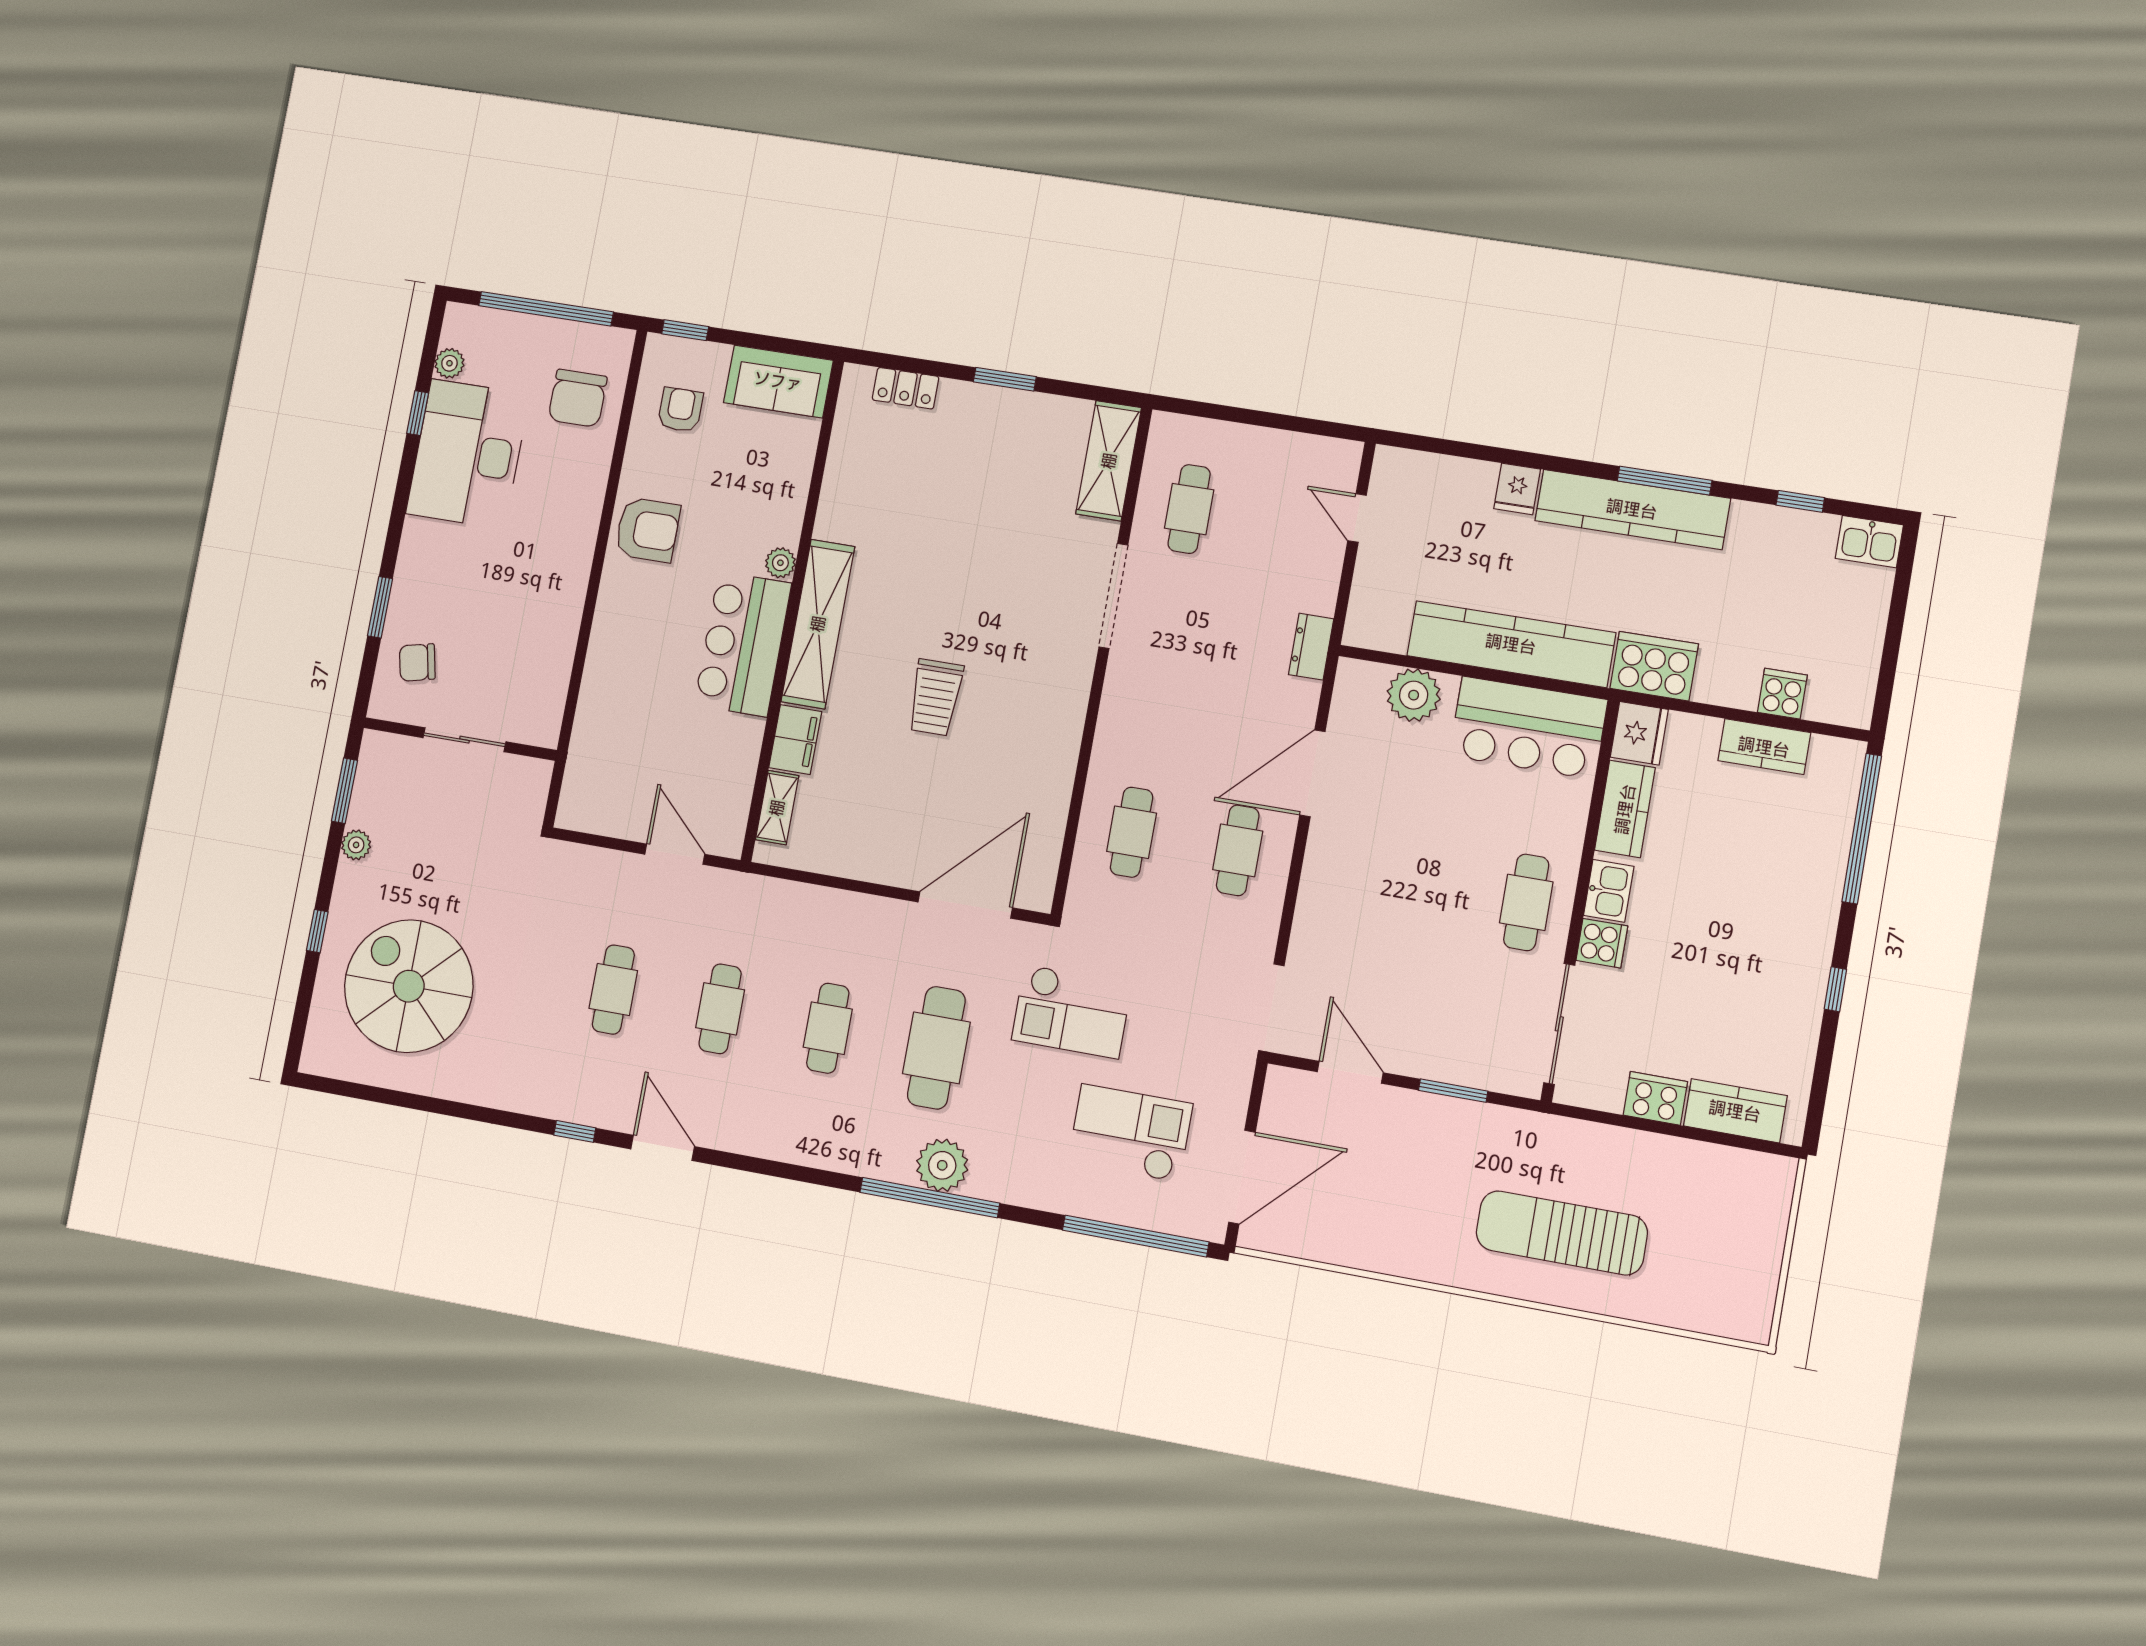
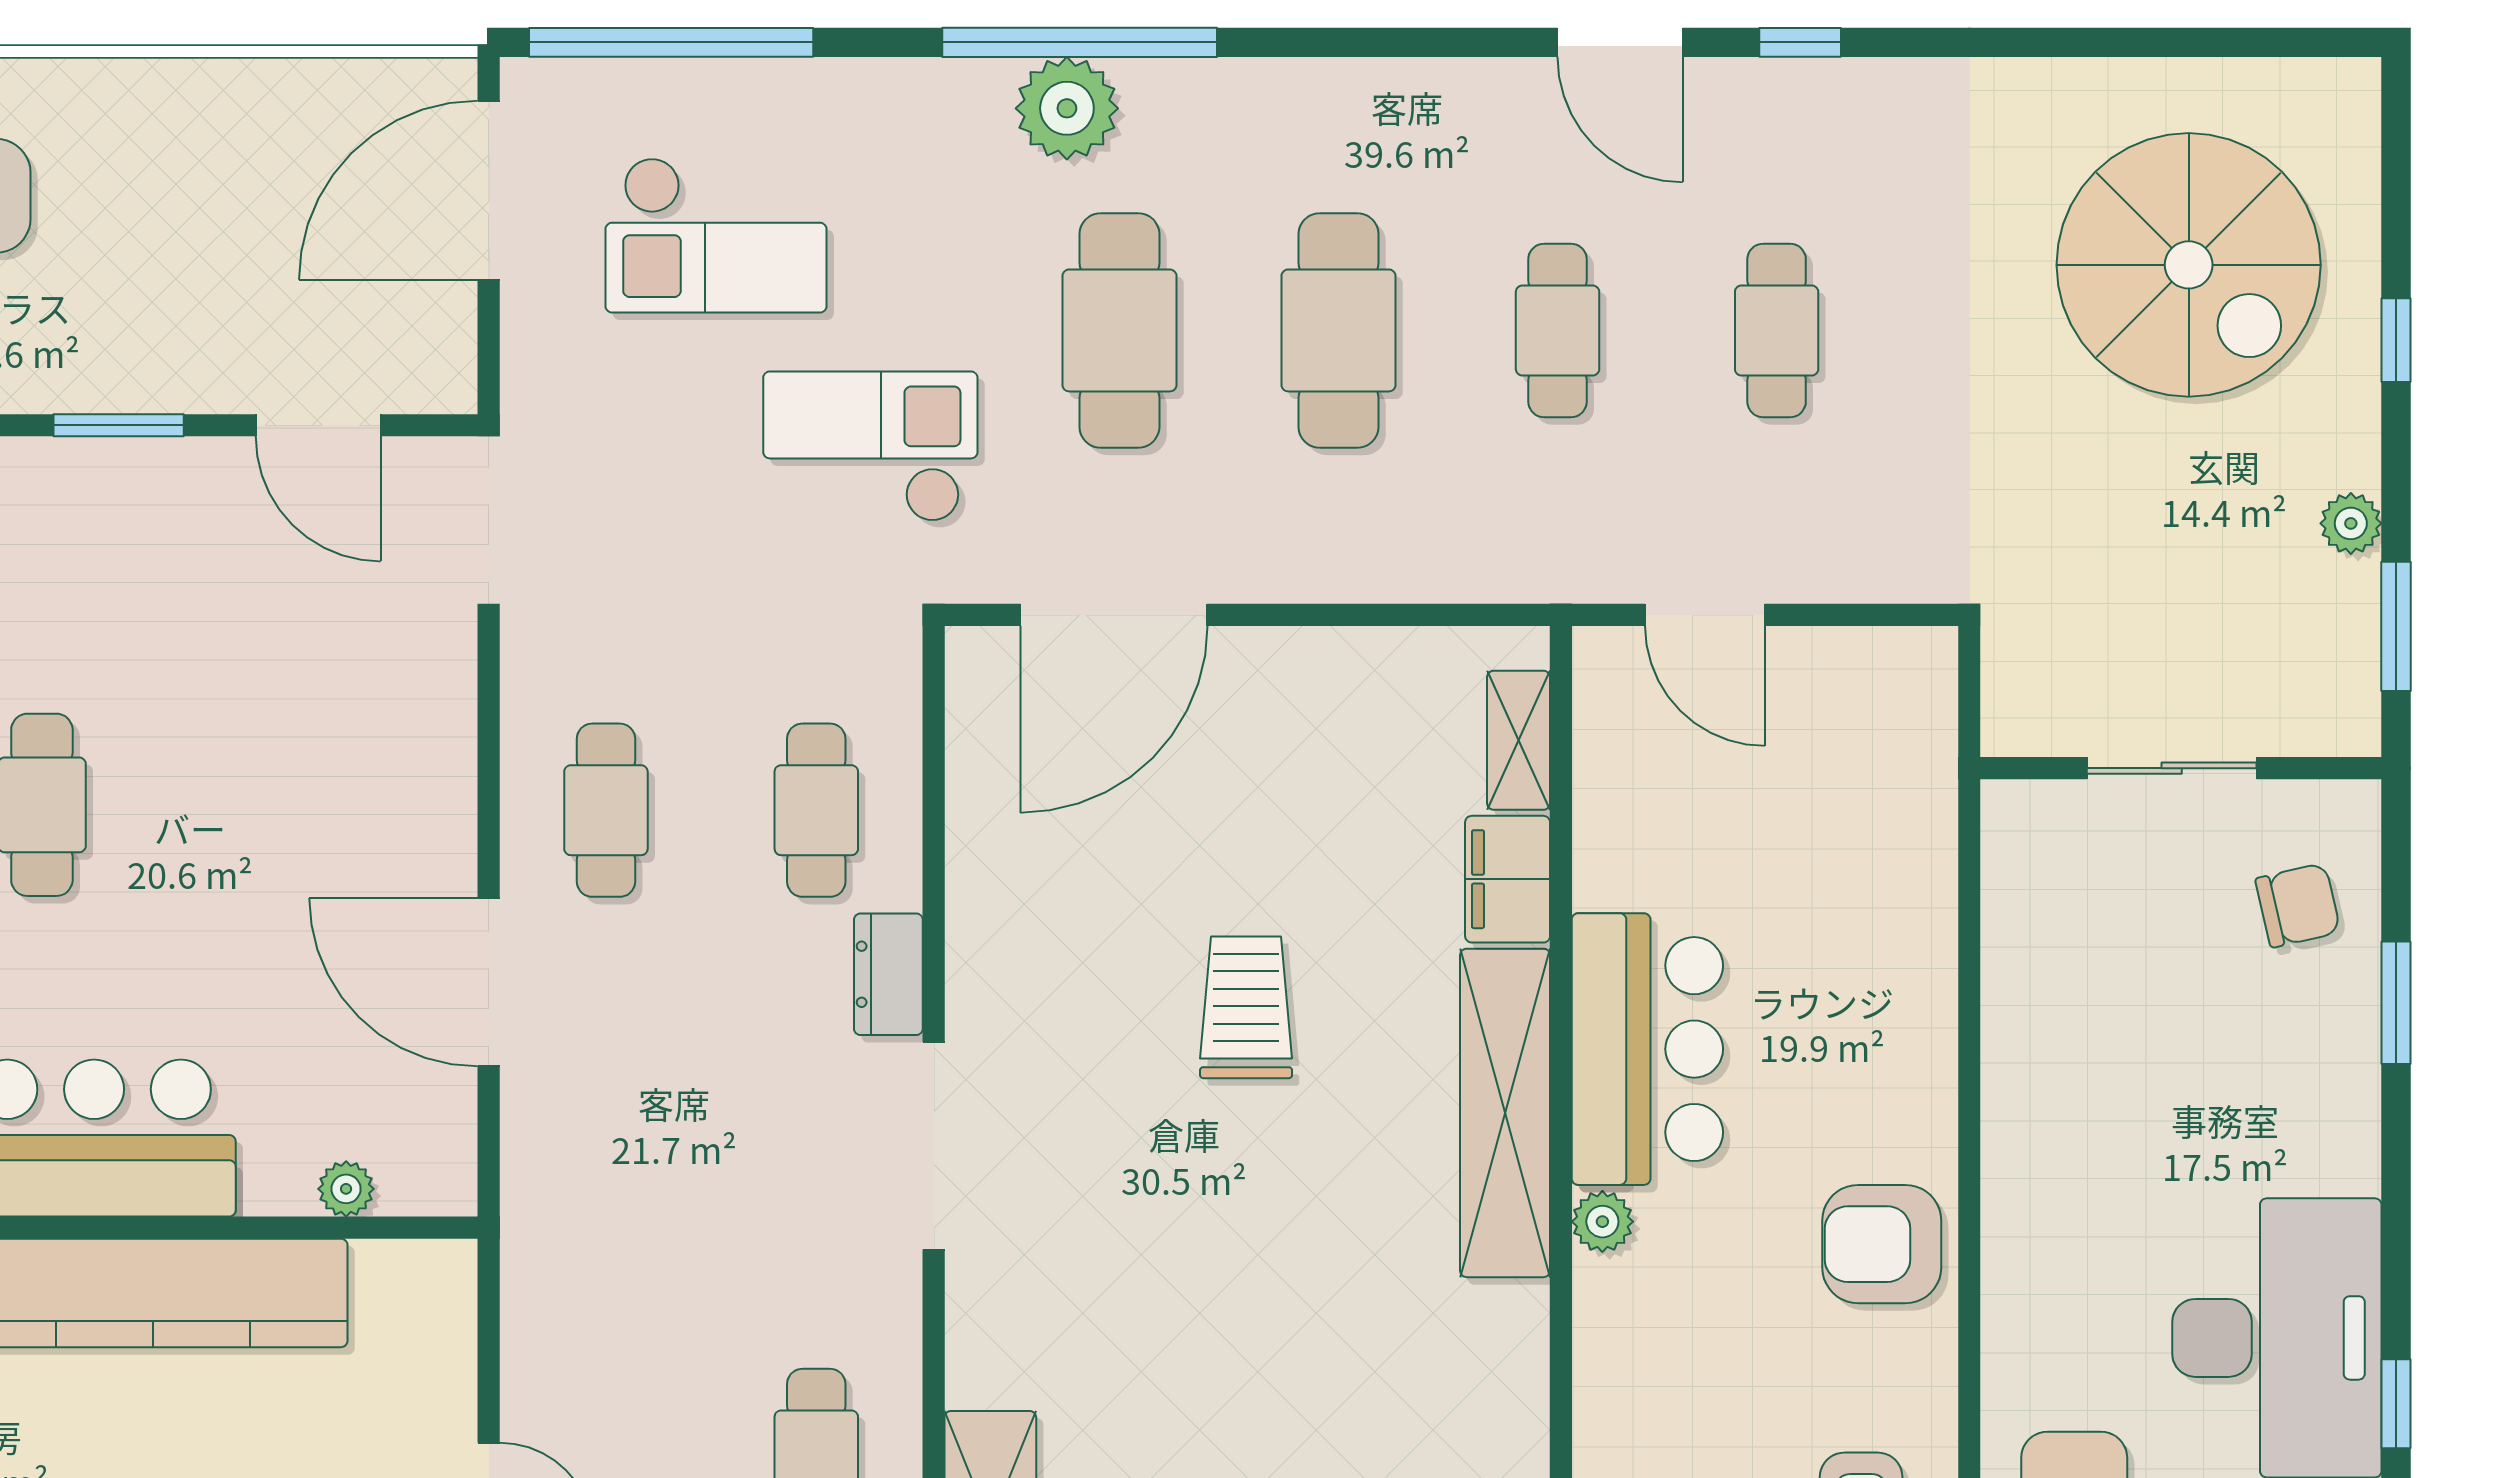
doorway: (1113, 596) -> (934, 1146), moved
dresser: (1311, 647) -> (888, 974), moved, turned 180
plant: (1414, 695) -> (346, 1189), width x0.53, depth x0.53
door: (1312, 773) -> (489, 982), swing flipped
cafe table: (828, 1028) -> (1338, 330), width x1.37, depth x1.35

